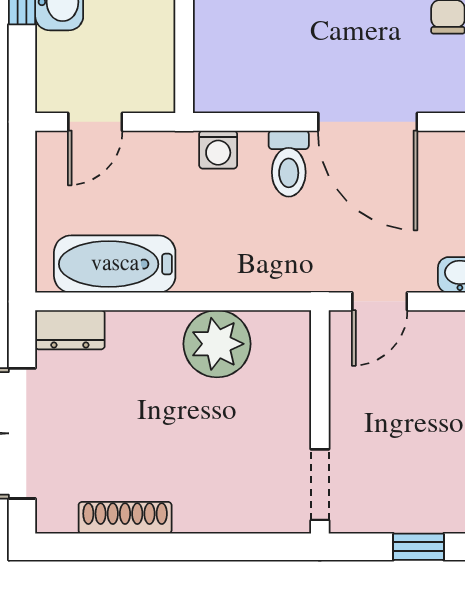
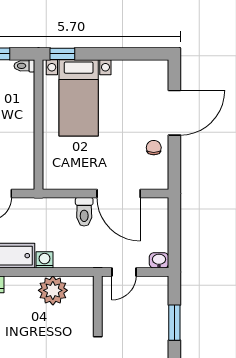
washing machine: (218, 150) -> (45, 260), moved, turned 180

